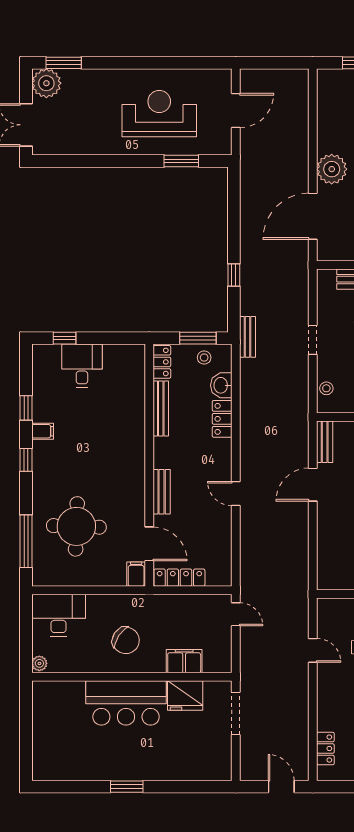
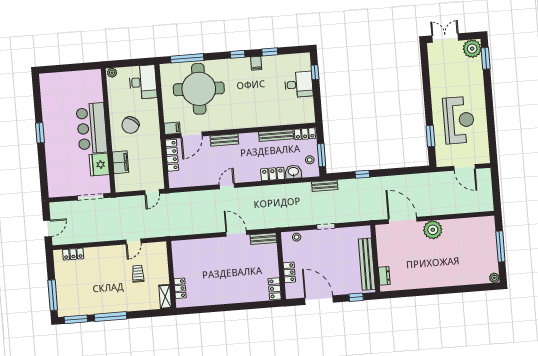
round table: (76, 526) -> (199, 89), width x1.36, depth x1.36

